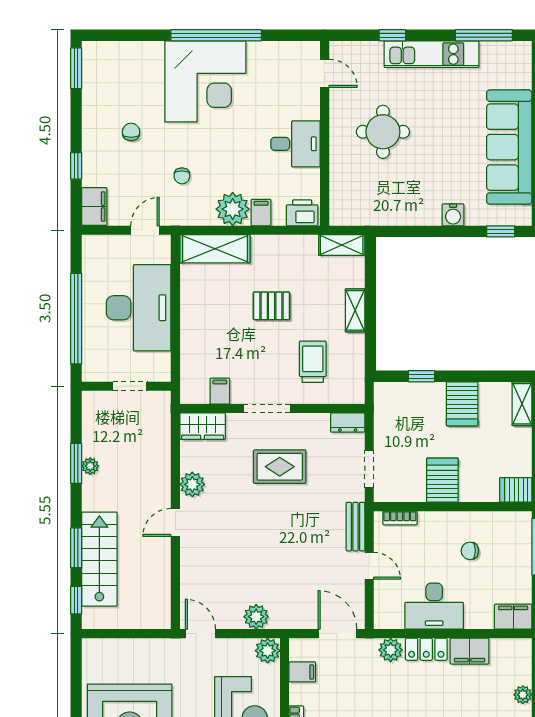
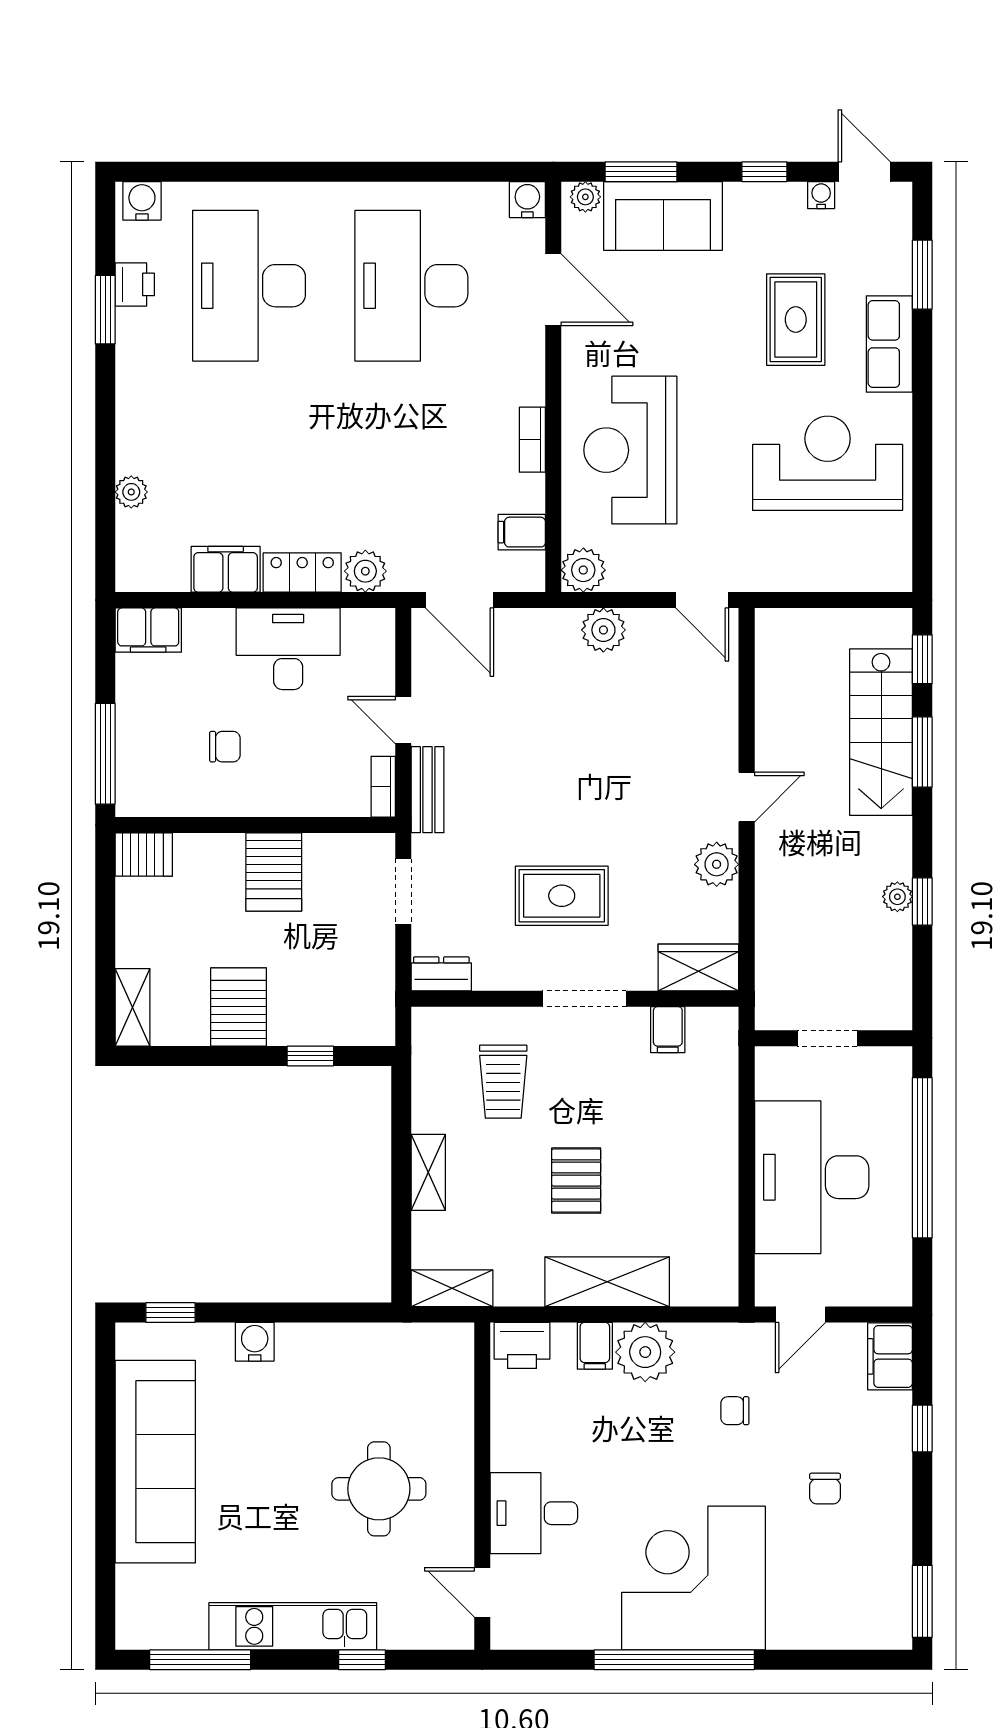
desk: (295, 144) -> (534, 1513), moved
chair: (182, 176) -> (735, 1411), turned -90
shelving: (215, 249) -> (607, 1282), moved
pallet: (272, 306) -> (576, 1181), turned 90
window: (76, 463) -> (922, 901), width x0.67
bookcase: (400, 518) -> (383, 787), moved, turned -90

